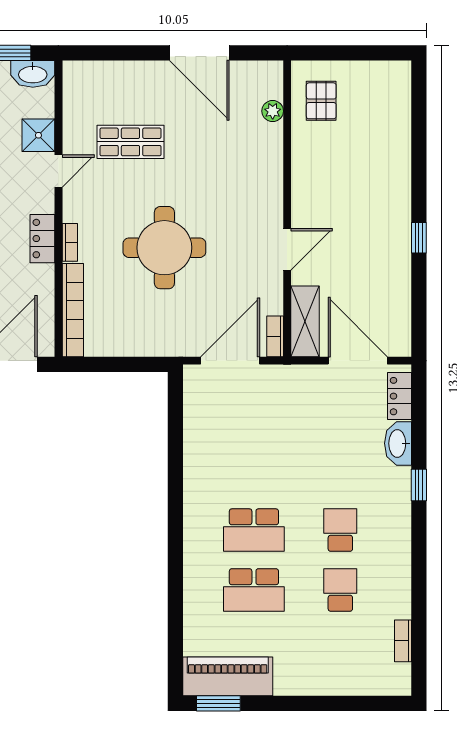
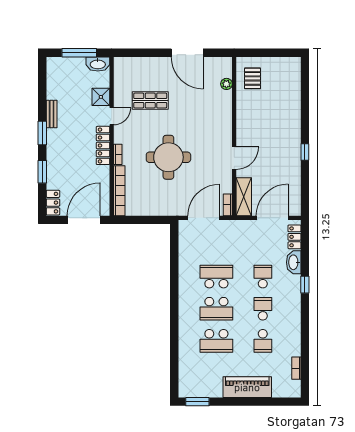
locker: (42, 239) -> (103, 145), width x1.53
door: (358, 361) -> (272, 218), hinge flipped
school desk: (254, 470) -> (216, 277), added
school desk: (340, 470) -> (263, 277), added
school desk: (340, 590) -> (263, 341), turned 180
piano: (228, 676) -> (247, 387), moved

